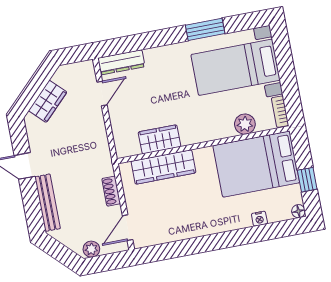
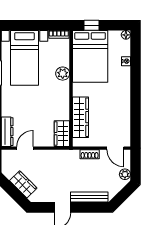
door: (102, 93) -> (25, 148), hinge flipped
plant: (245, 124) -> (63, 74), moved
wardrobe: (159, 139) -> (62, 134), moved
window: (307, 180) -> (91, 25), moved

